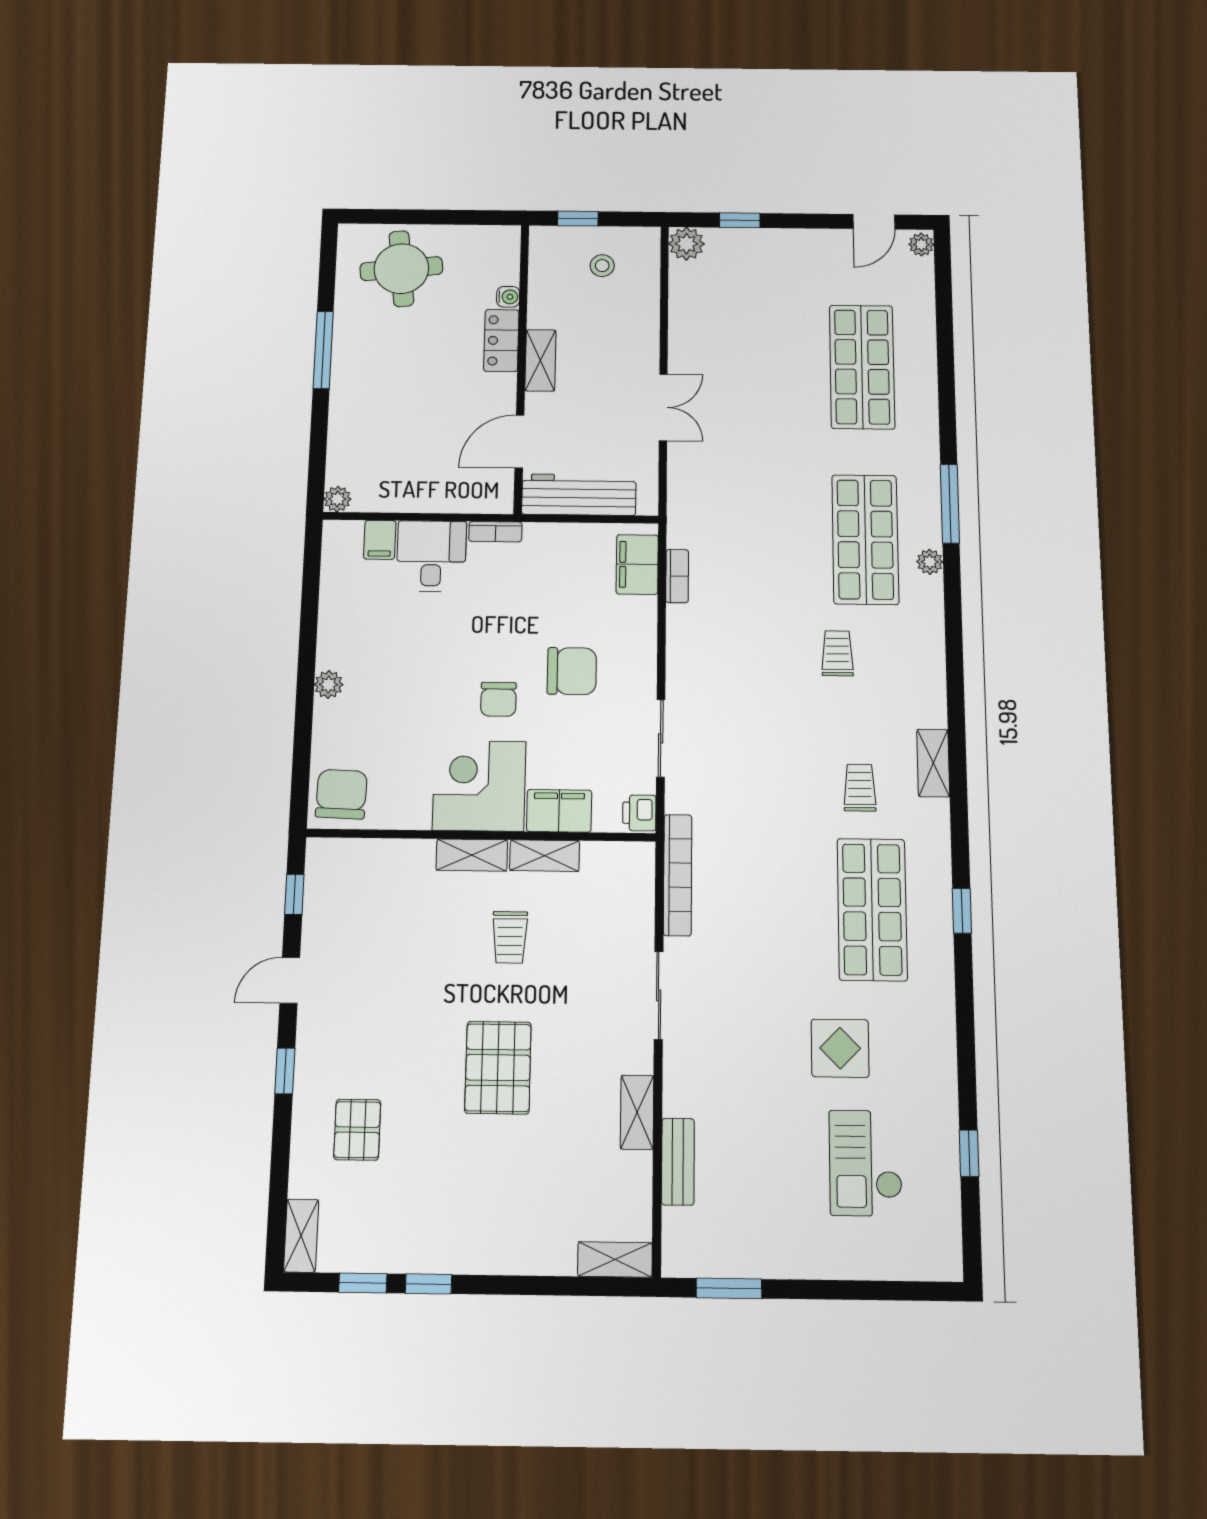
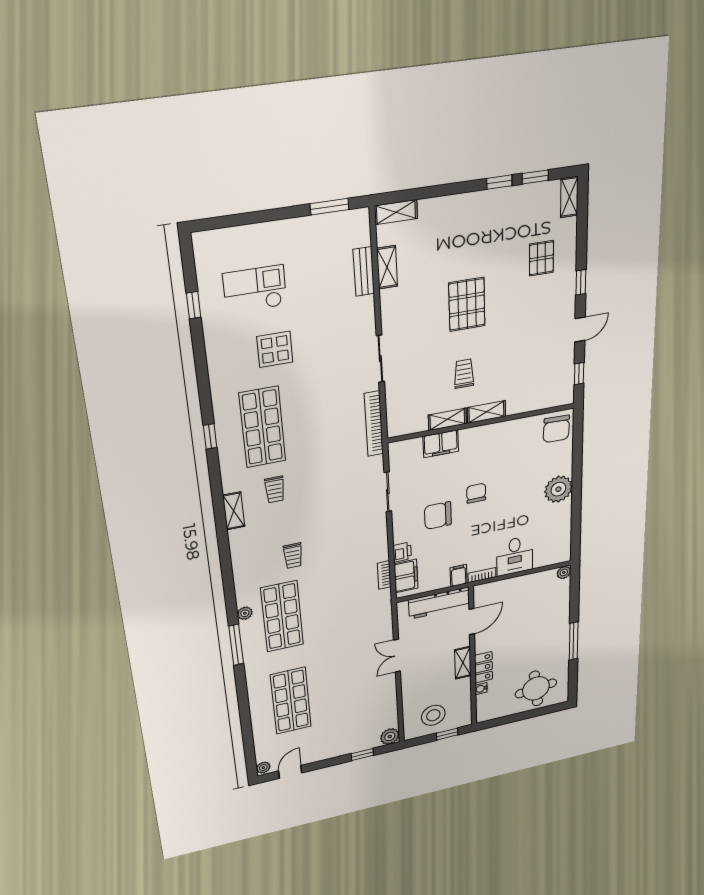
stool: (602, 266) -> (433, 715), width x1.89, depth x1.89
filing cabinet: (380, 540) -> (459, 576), moved
plant: (329, 685) -> (558, 489), width x1.87, depth x1.87
corner desk: (479, 786) -> (484, 448), removed
printer: (639, 813) -> (402, 552), moved
shelving: (637, 1112) -> (387, 267), moved
checkout: (866, 1163) -> (255, 289), turned -90

